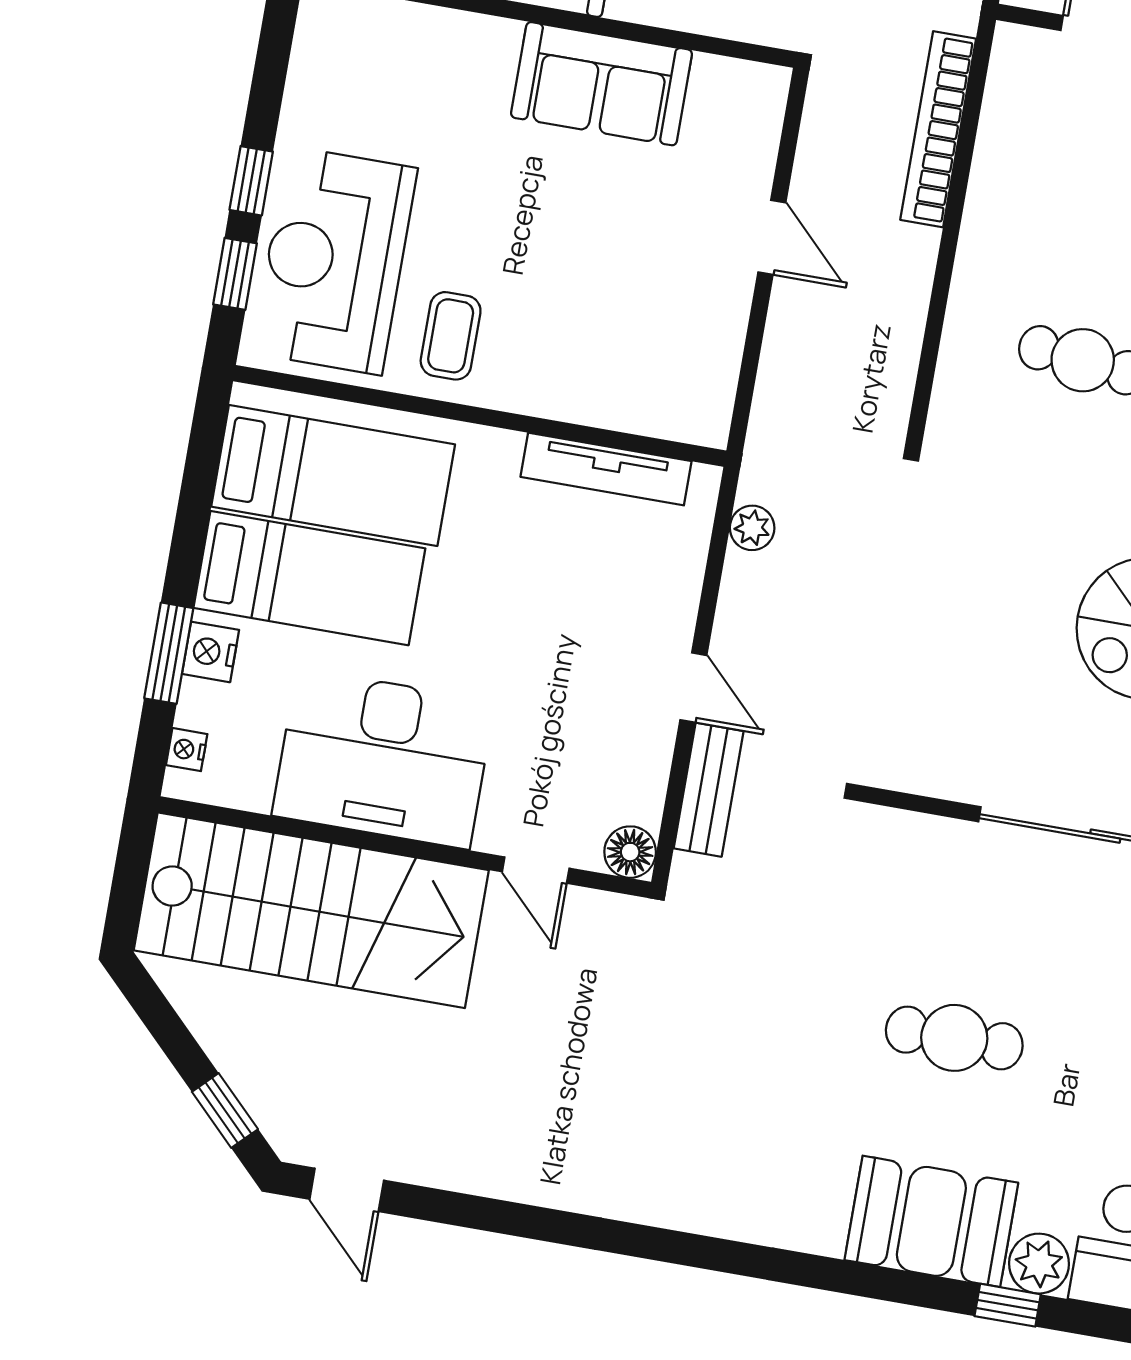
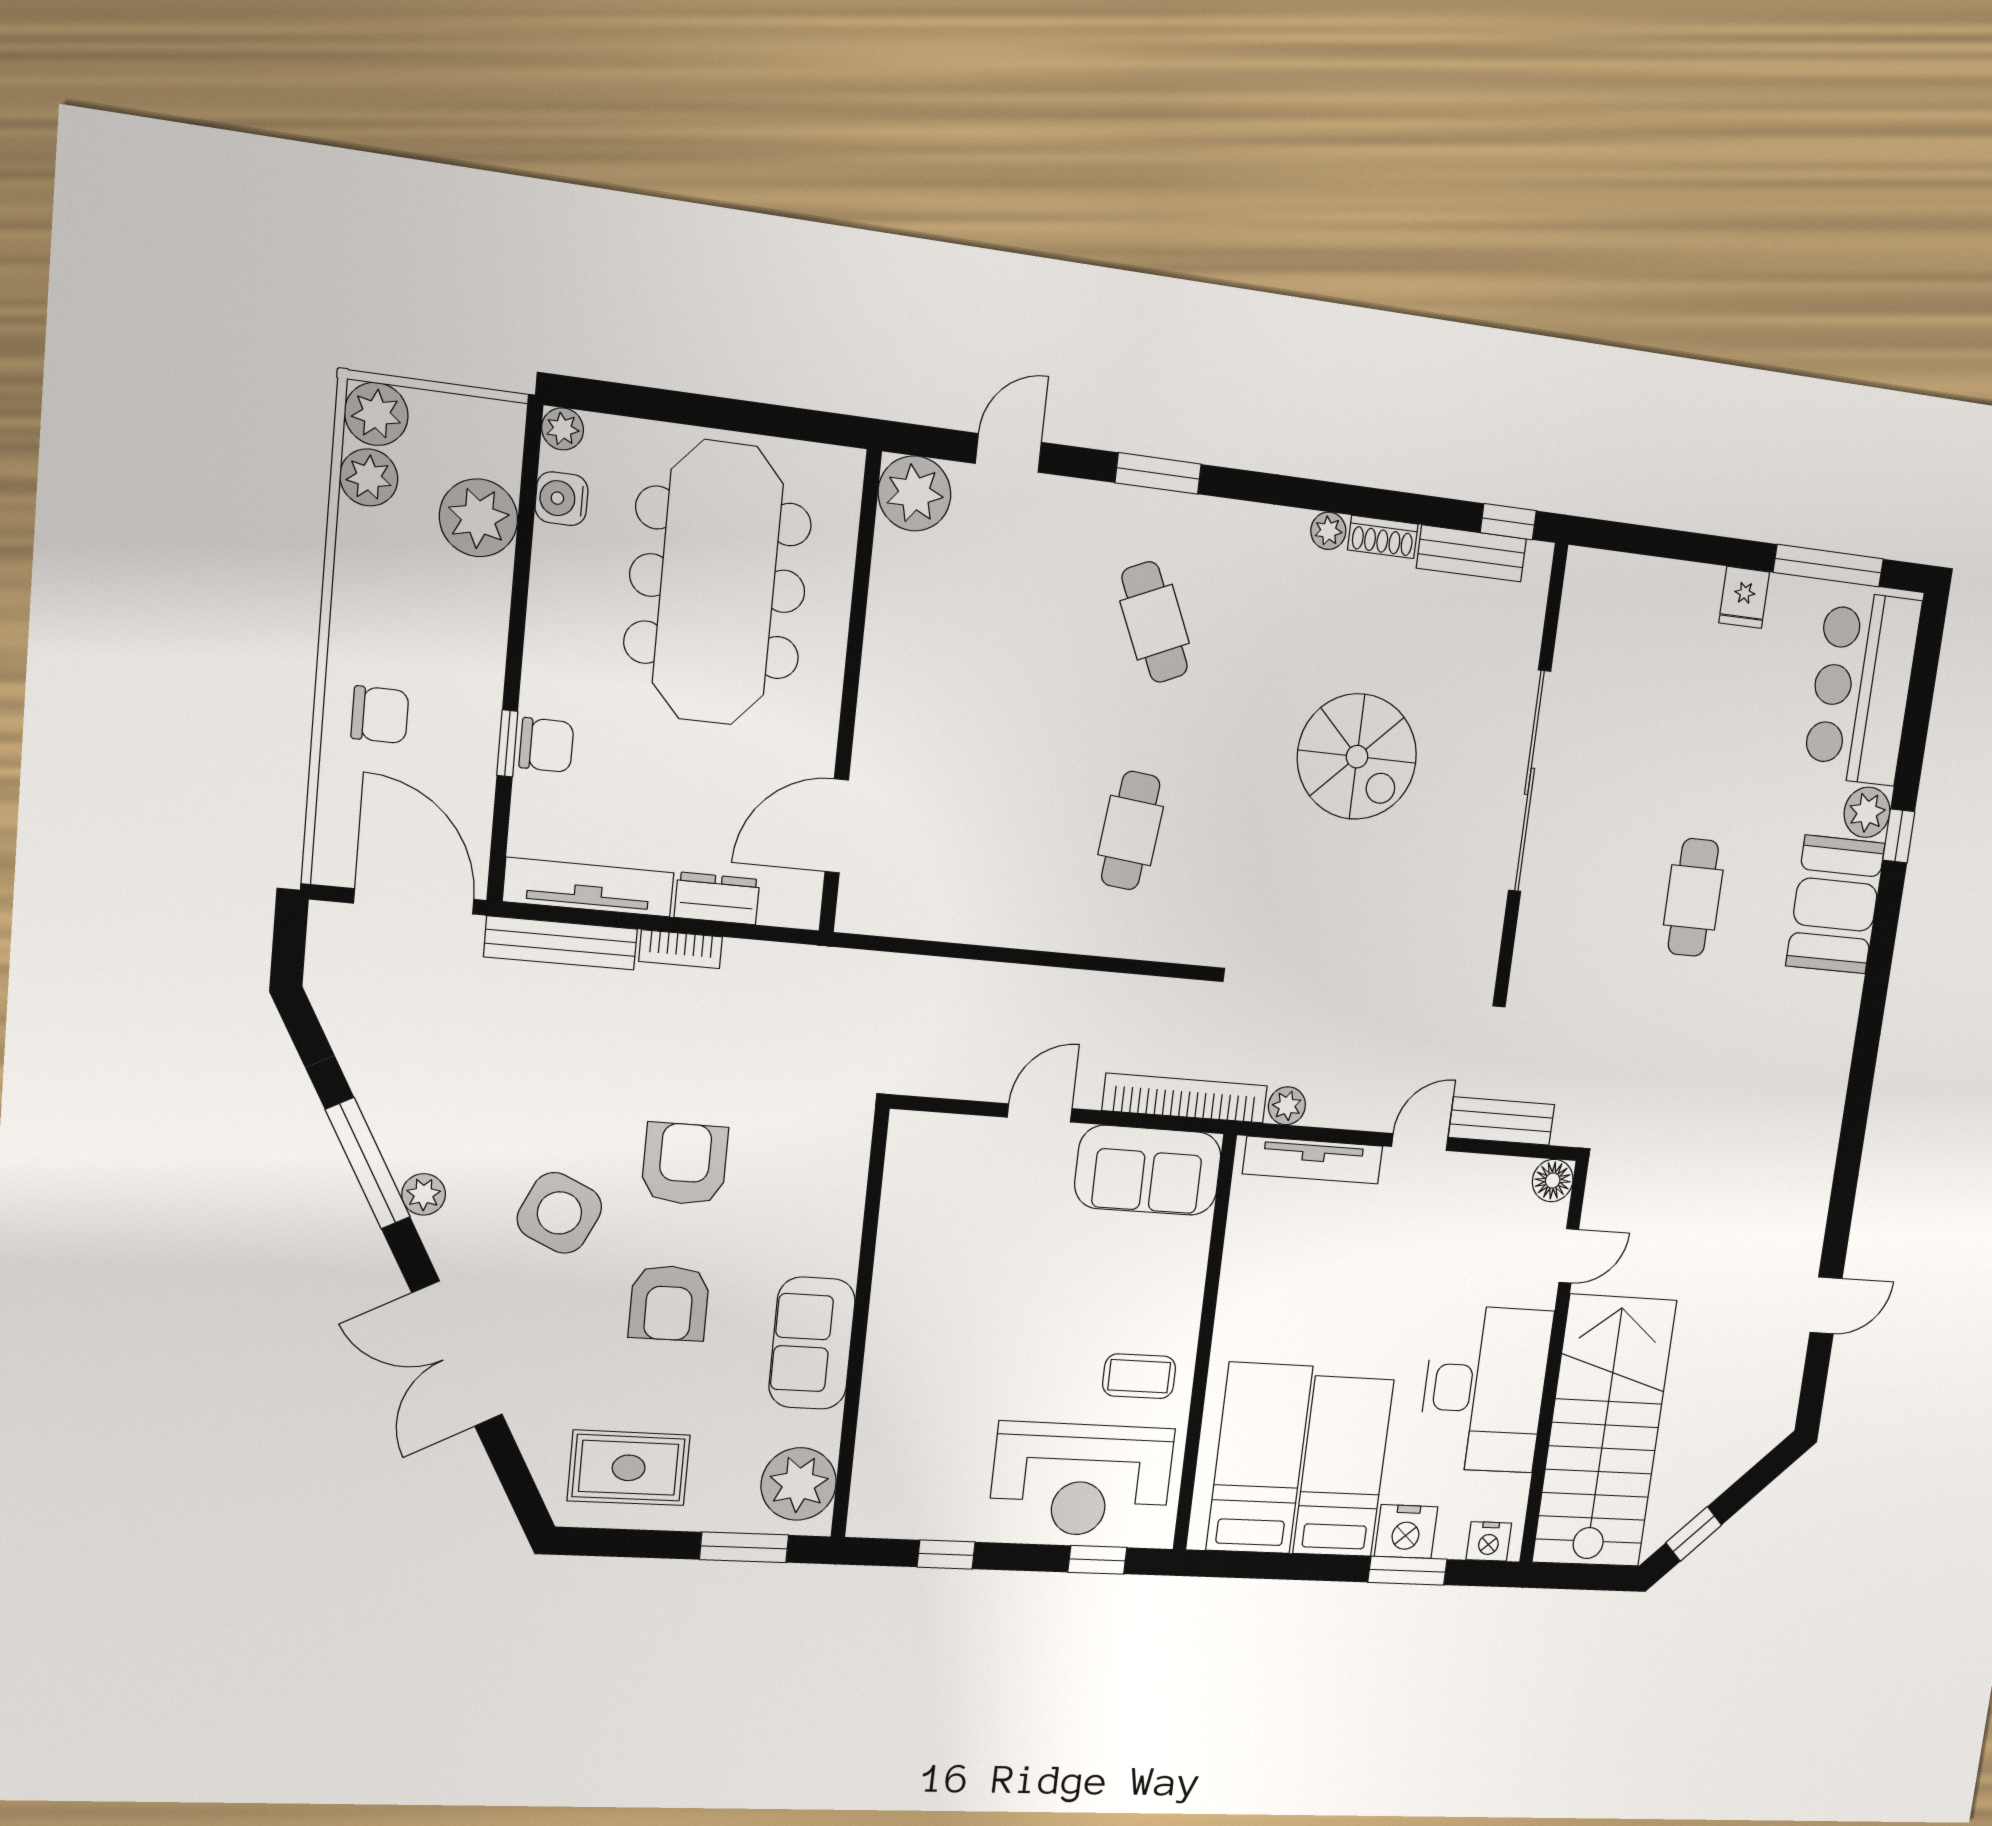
sofa: (602, 84) -> (1148, 1170), moved, turned 90
bookcase: (938, 129) -> (1185, 1098), moved, turned 180
window: (251, 181) -> (946, 1554), moved
tv unit: (606, 469) -> (1313, 1160), moved, turned 90
nightstand: (210, 652) -> (1406, 1532), width x1.36, depth x1.33
nightstand: (187, 750) -> (1489, 1541), width x1.39, depth x1.35
window: (225, 1110) -> (1694, 1534), moved
door: (347, 1190) -> (1826, 1305), moved

